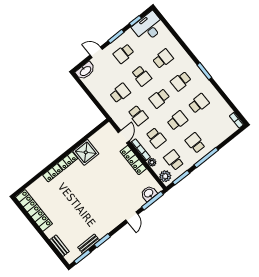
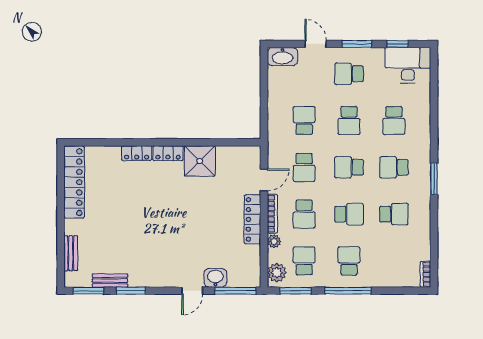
school desk: (163, 59) -> (394, 121), turned 90
school desk: (120, 93) -> (304, 121), turned -90
washbasin: (149, 193) -> (215, 278), moved

